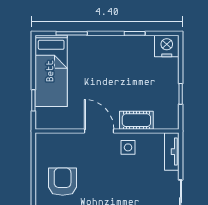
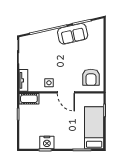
nightstand: (167, 46) -> (47, 142), moved
cot: (136, 120) -> (29, 99), moved
armchair: (63, 182) -> (91, 77), moved

